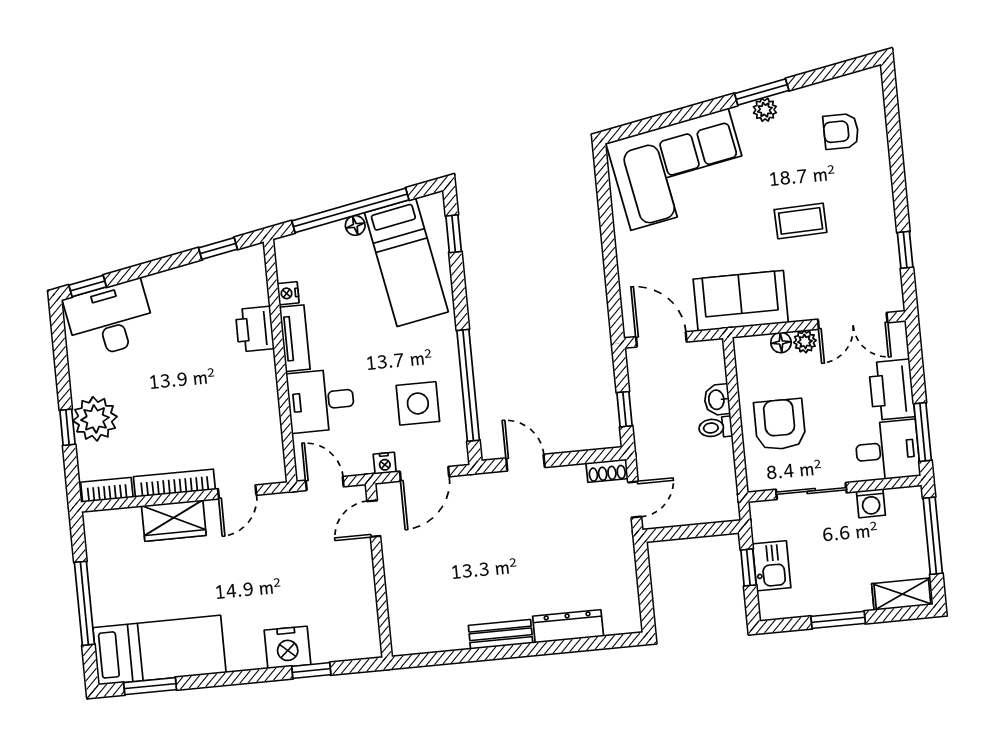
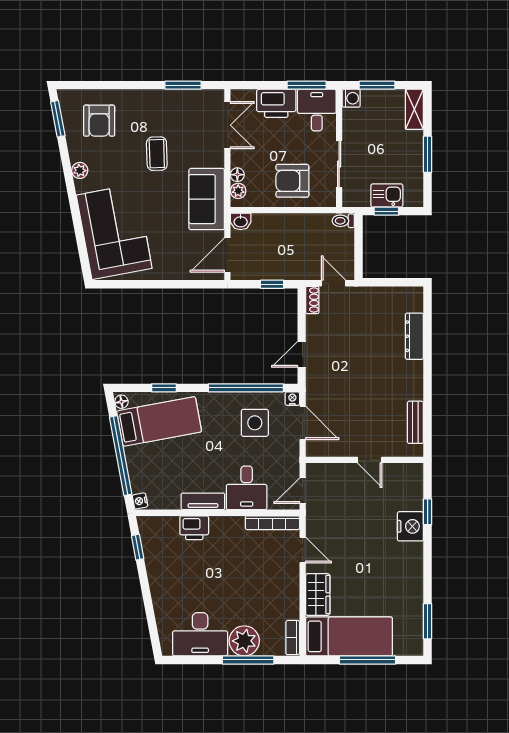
window: (762, 92) -> (58, 119), moved
armchair: (841, 131) -> (99, 121), width x1.38, depth x1.38
floor lamp: (355, 225) -> (121, 402), moved
window: (454, 234) -> (164, 388), moved
window: (905, 250) -> (183, 85), width x1.50
window: (88, 286) -> (154, 637), removed
nightstand: (288, 293) -> (140, 501), moved, turned 79
desk: (110, 319) -> (200, 634), moved, turned -79
plant: (805, 341) -> (238, 191), moved
washbasin: (717, 400) -> (241, 221), moved
window: (67, 427) -> (248, 660), width x2.17
toilet: (715, 428) -> (343, 221), moved, turned 90
nightstand: (385, 463) -> (292, 399), moved, turned -90
bookcase: (174, 483) -> (272, 523), moved, turned -90
washing machine: (871, 503) -> (351, 98), moved
door: (374, 519) -> (370, 460), moved
window: (933, 536) -> (377, 85), width x0.69
bench: (501, 634) -> (415, 422), moved
bed: (159, 650) -> (349, 636), moved, turned 90

